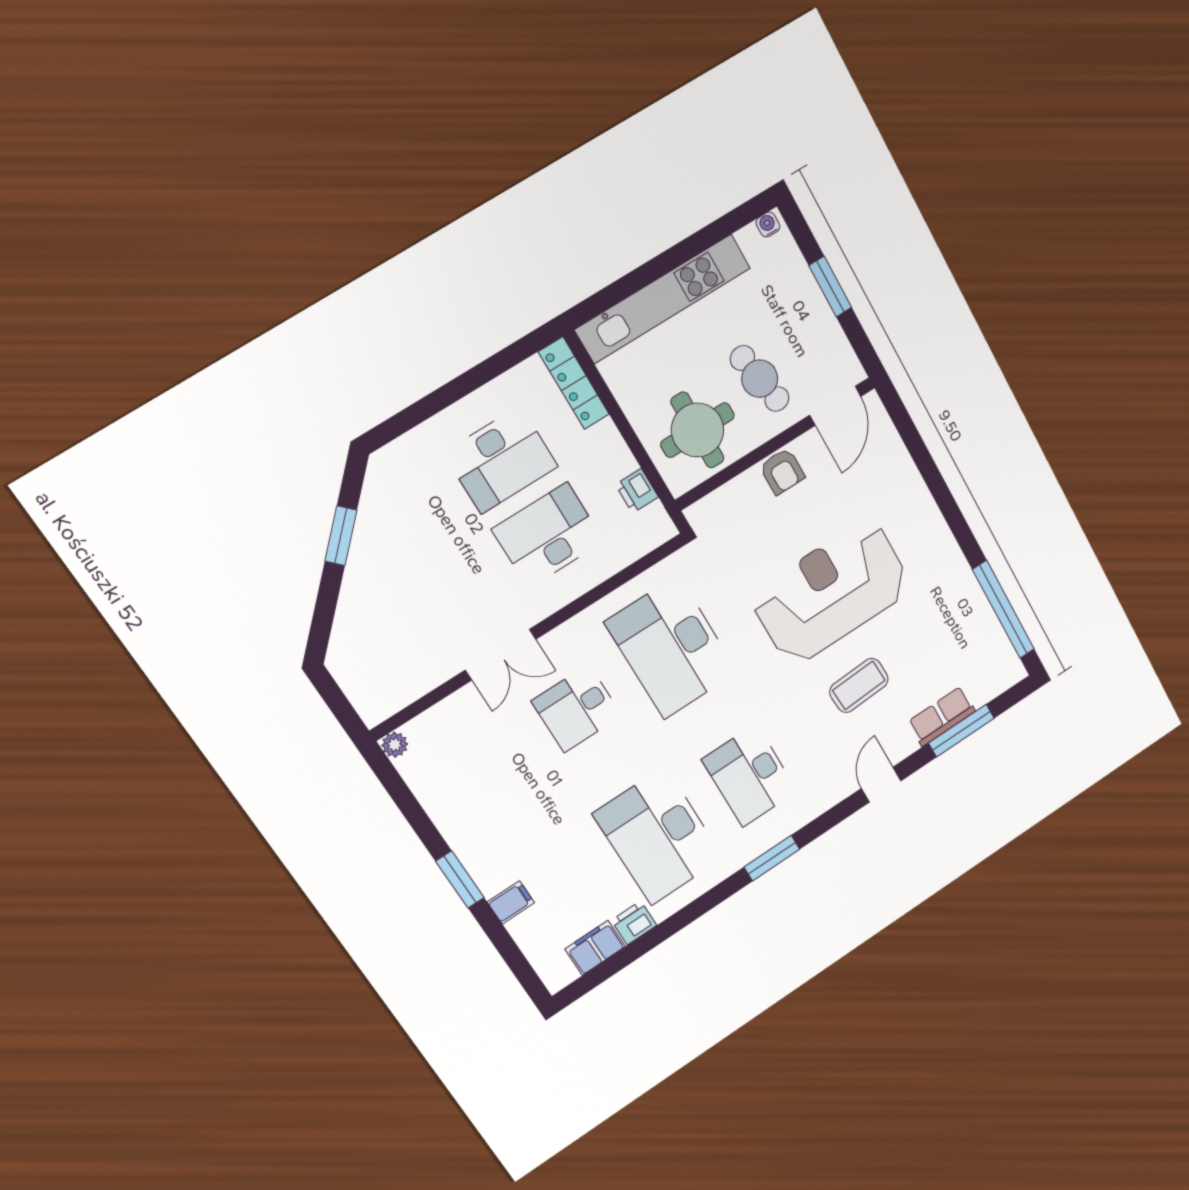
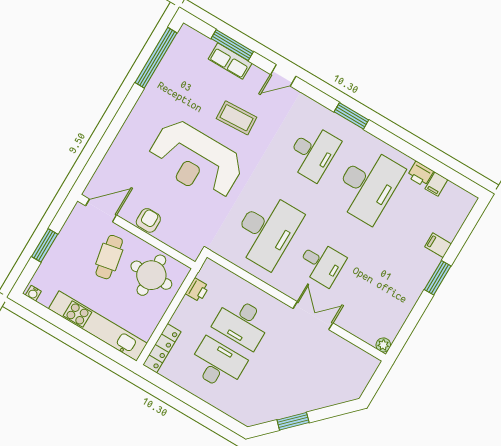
filing cabinet: (595, 948) -> (436, 184), width x0.50

